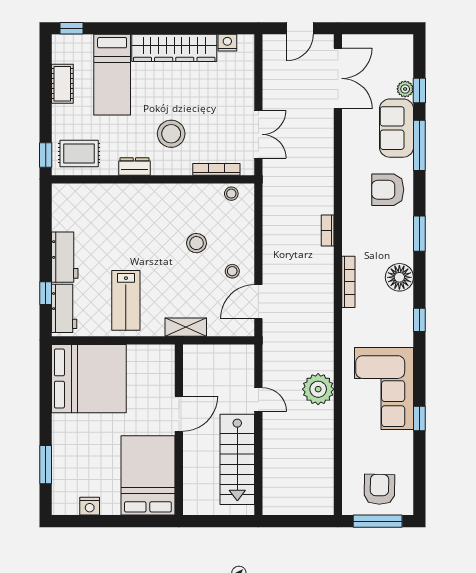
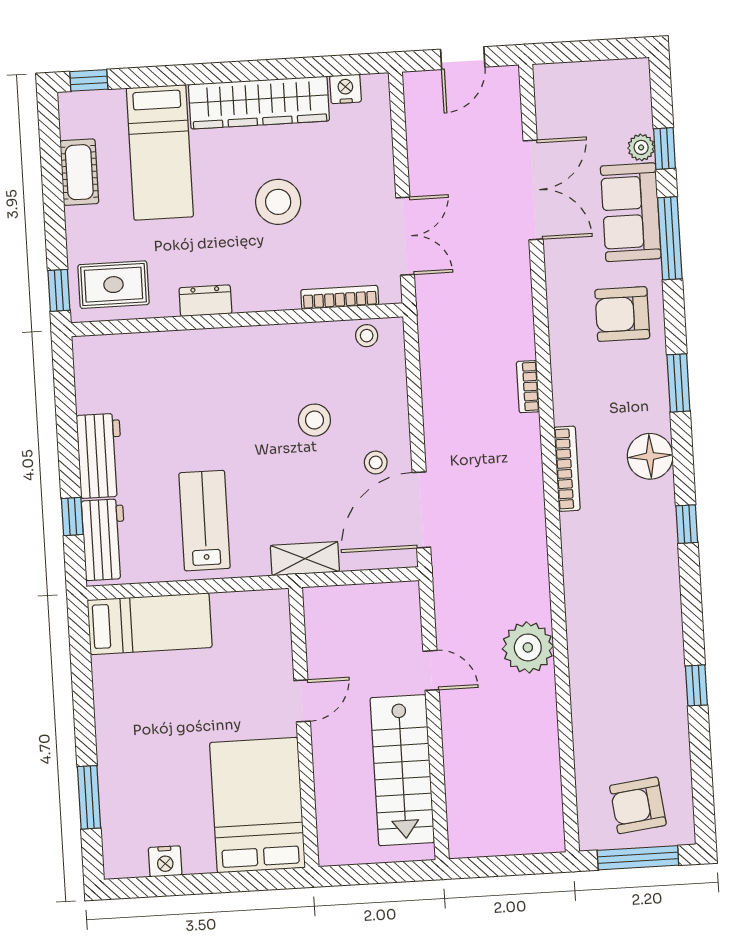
double door: (338, 78) -> (533, 190), moved
stool: (171, 134) -> (278, 202), moved
lab bench: (126, 300) -> (204, 521), turned 180
door: (258, 302) -> (421, 510), width x1.36
bed: (89, 379) -> (150, 624), width x0.49
corner sofa: (384, 388) -> (636, 640), removed
door: (179, 414) -> (302, 701), width x0.73
armchair: (379, 489) -> (638, 805), turned -98

